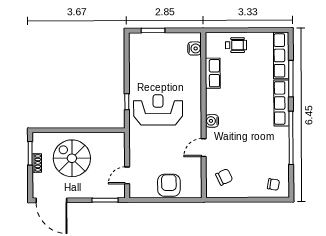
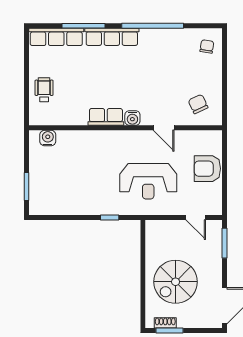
row of seats: (213, 73) -> (106, 117), moved
reception desk: (158, 110) -> (148, 181), moved, turned -90
shoe rack: (37, 163) -> (165, 323), moved

